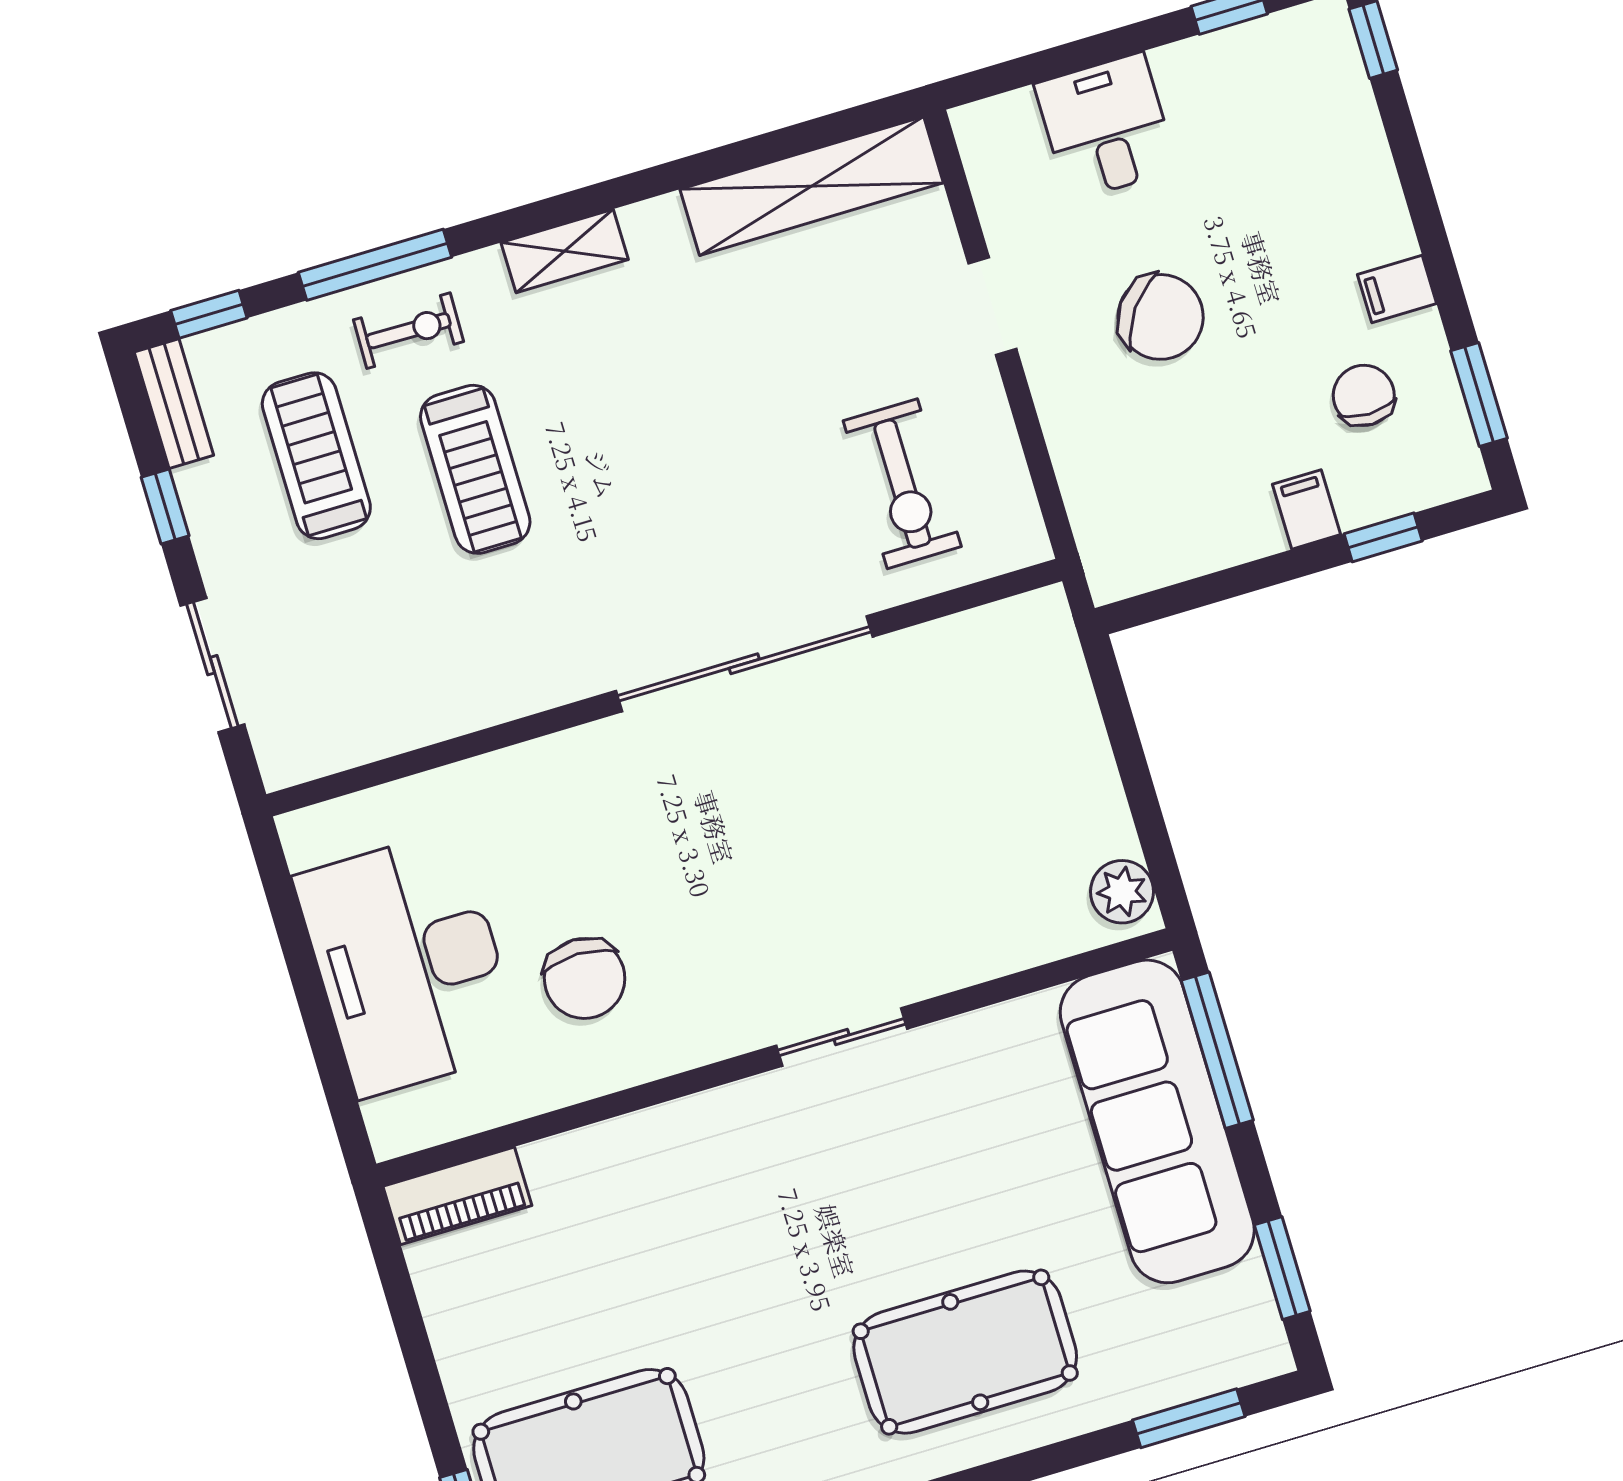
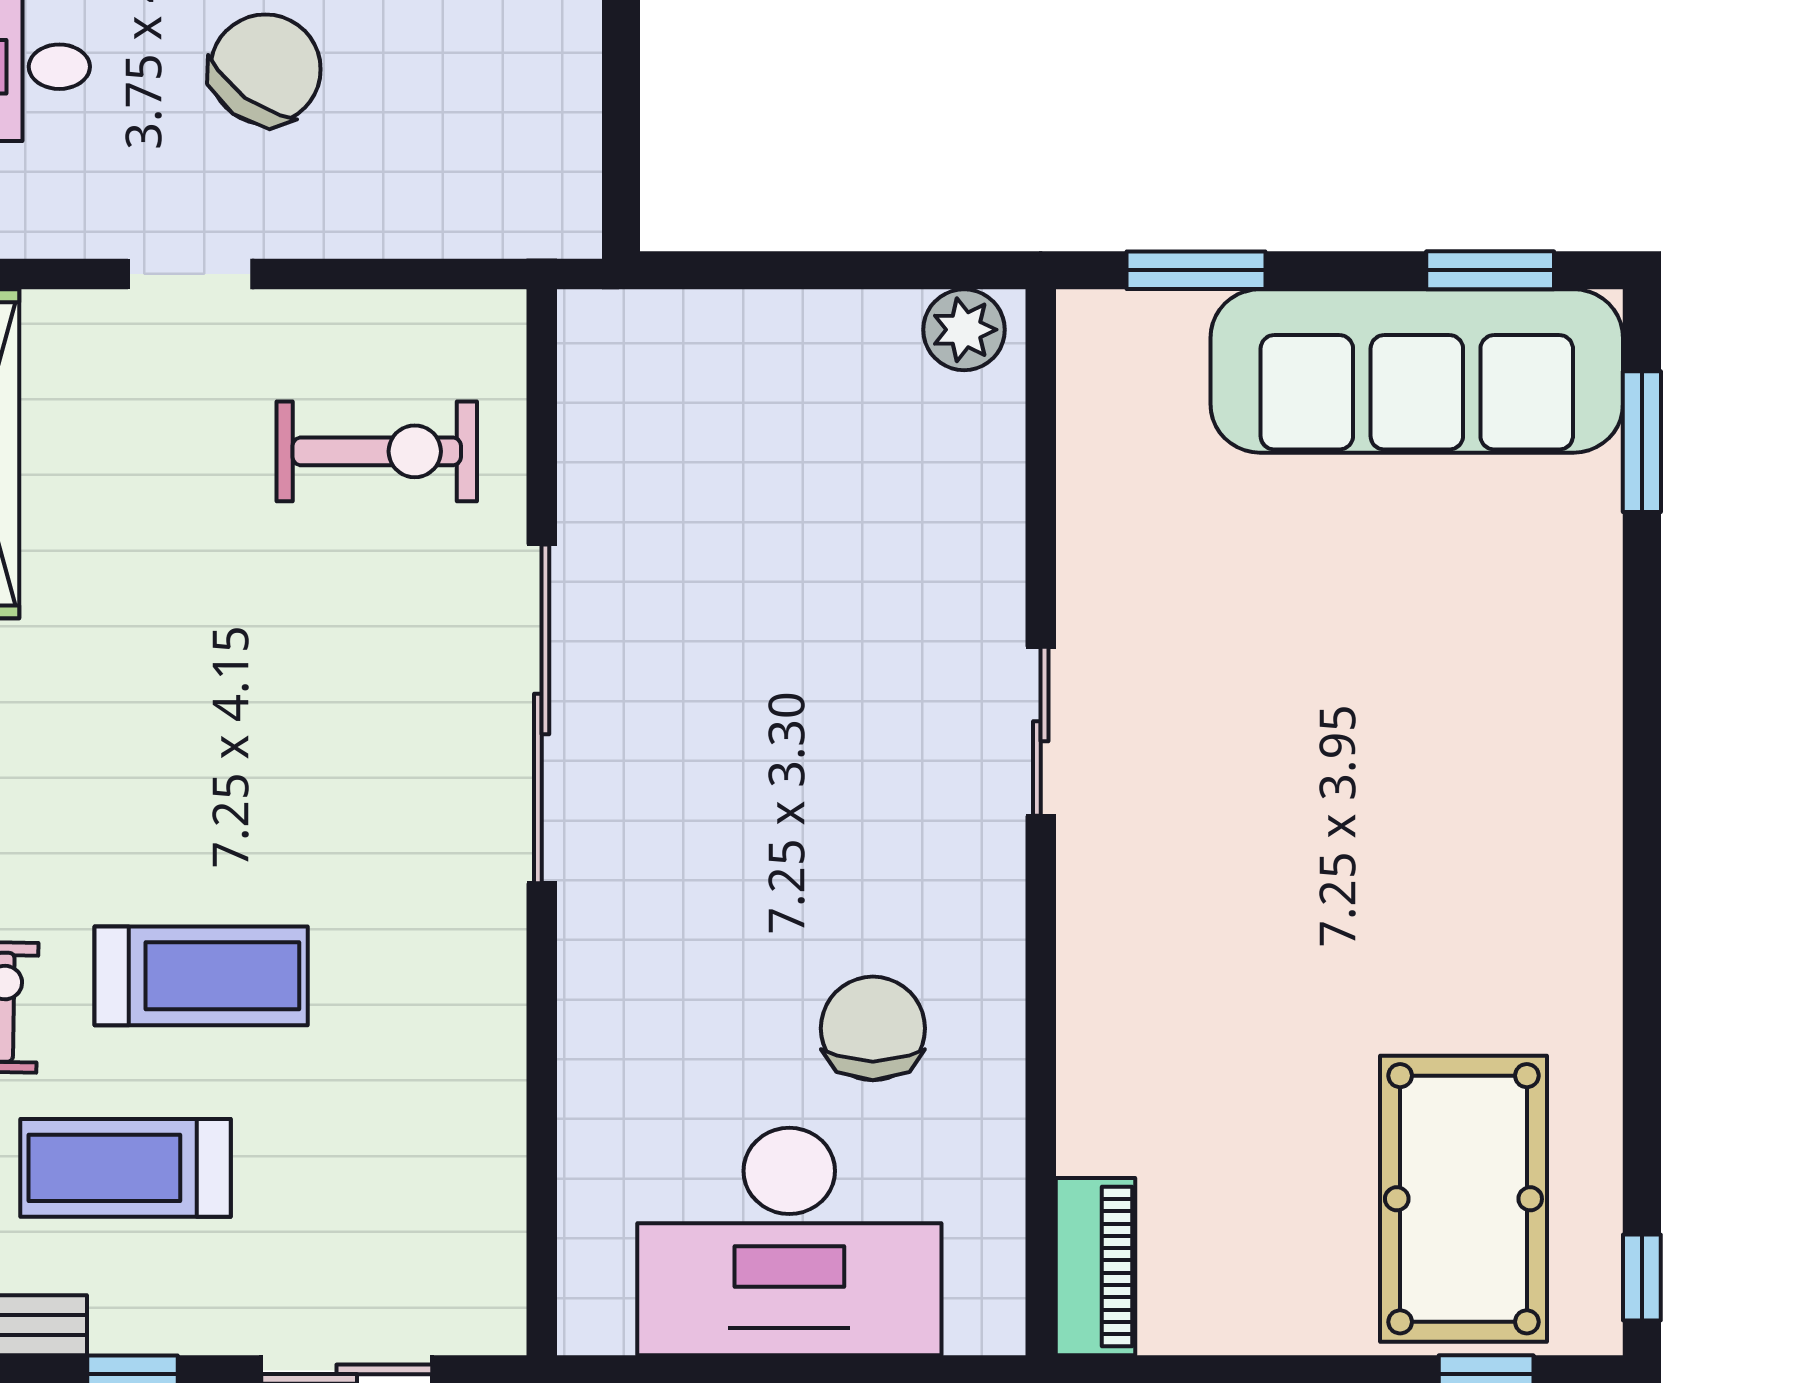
chair: (585, 978) -> (873, 1028), turned -90
window: (1217, 1050) -> (1196, 270), width x0.69
sofa: (1157, 1121) -> (1417, 371), moved
pool table: (965, 1352) -> (1477, 694), removed

